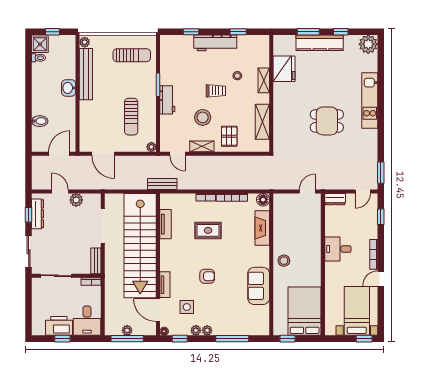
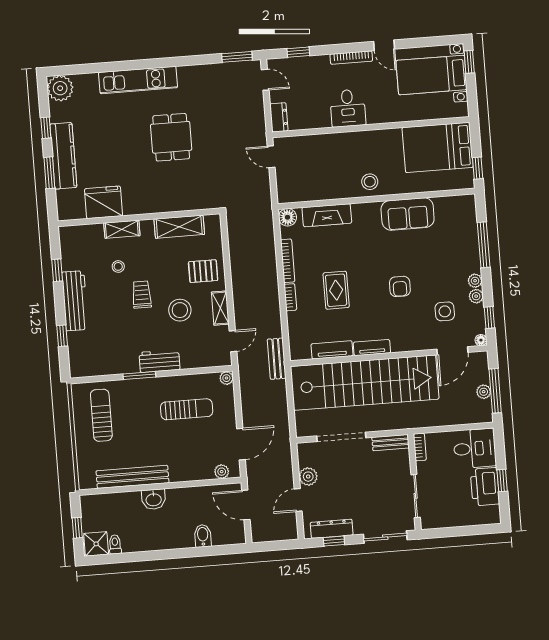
plant: (85, 42) -> (222, 472), moved
armchair: (207, 276) -> (400, 286), turned 180
tv unit: (165, 285) -> (372, 348), moved

